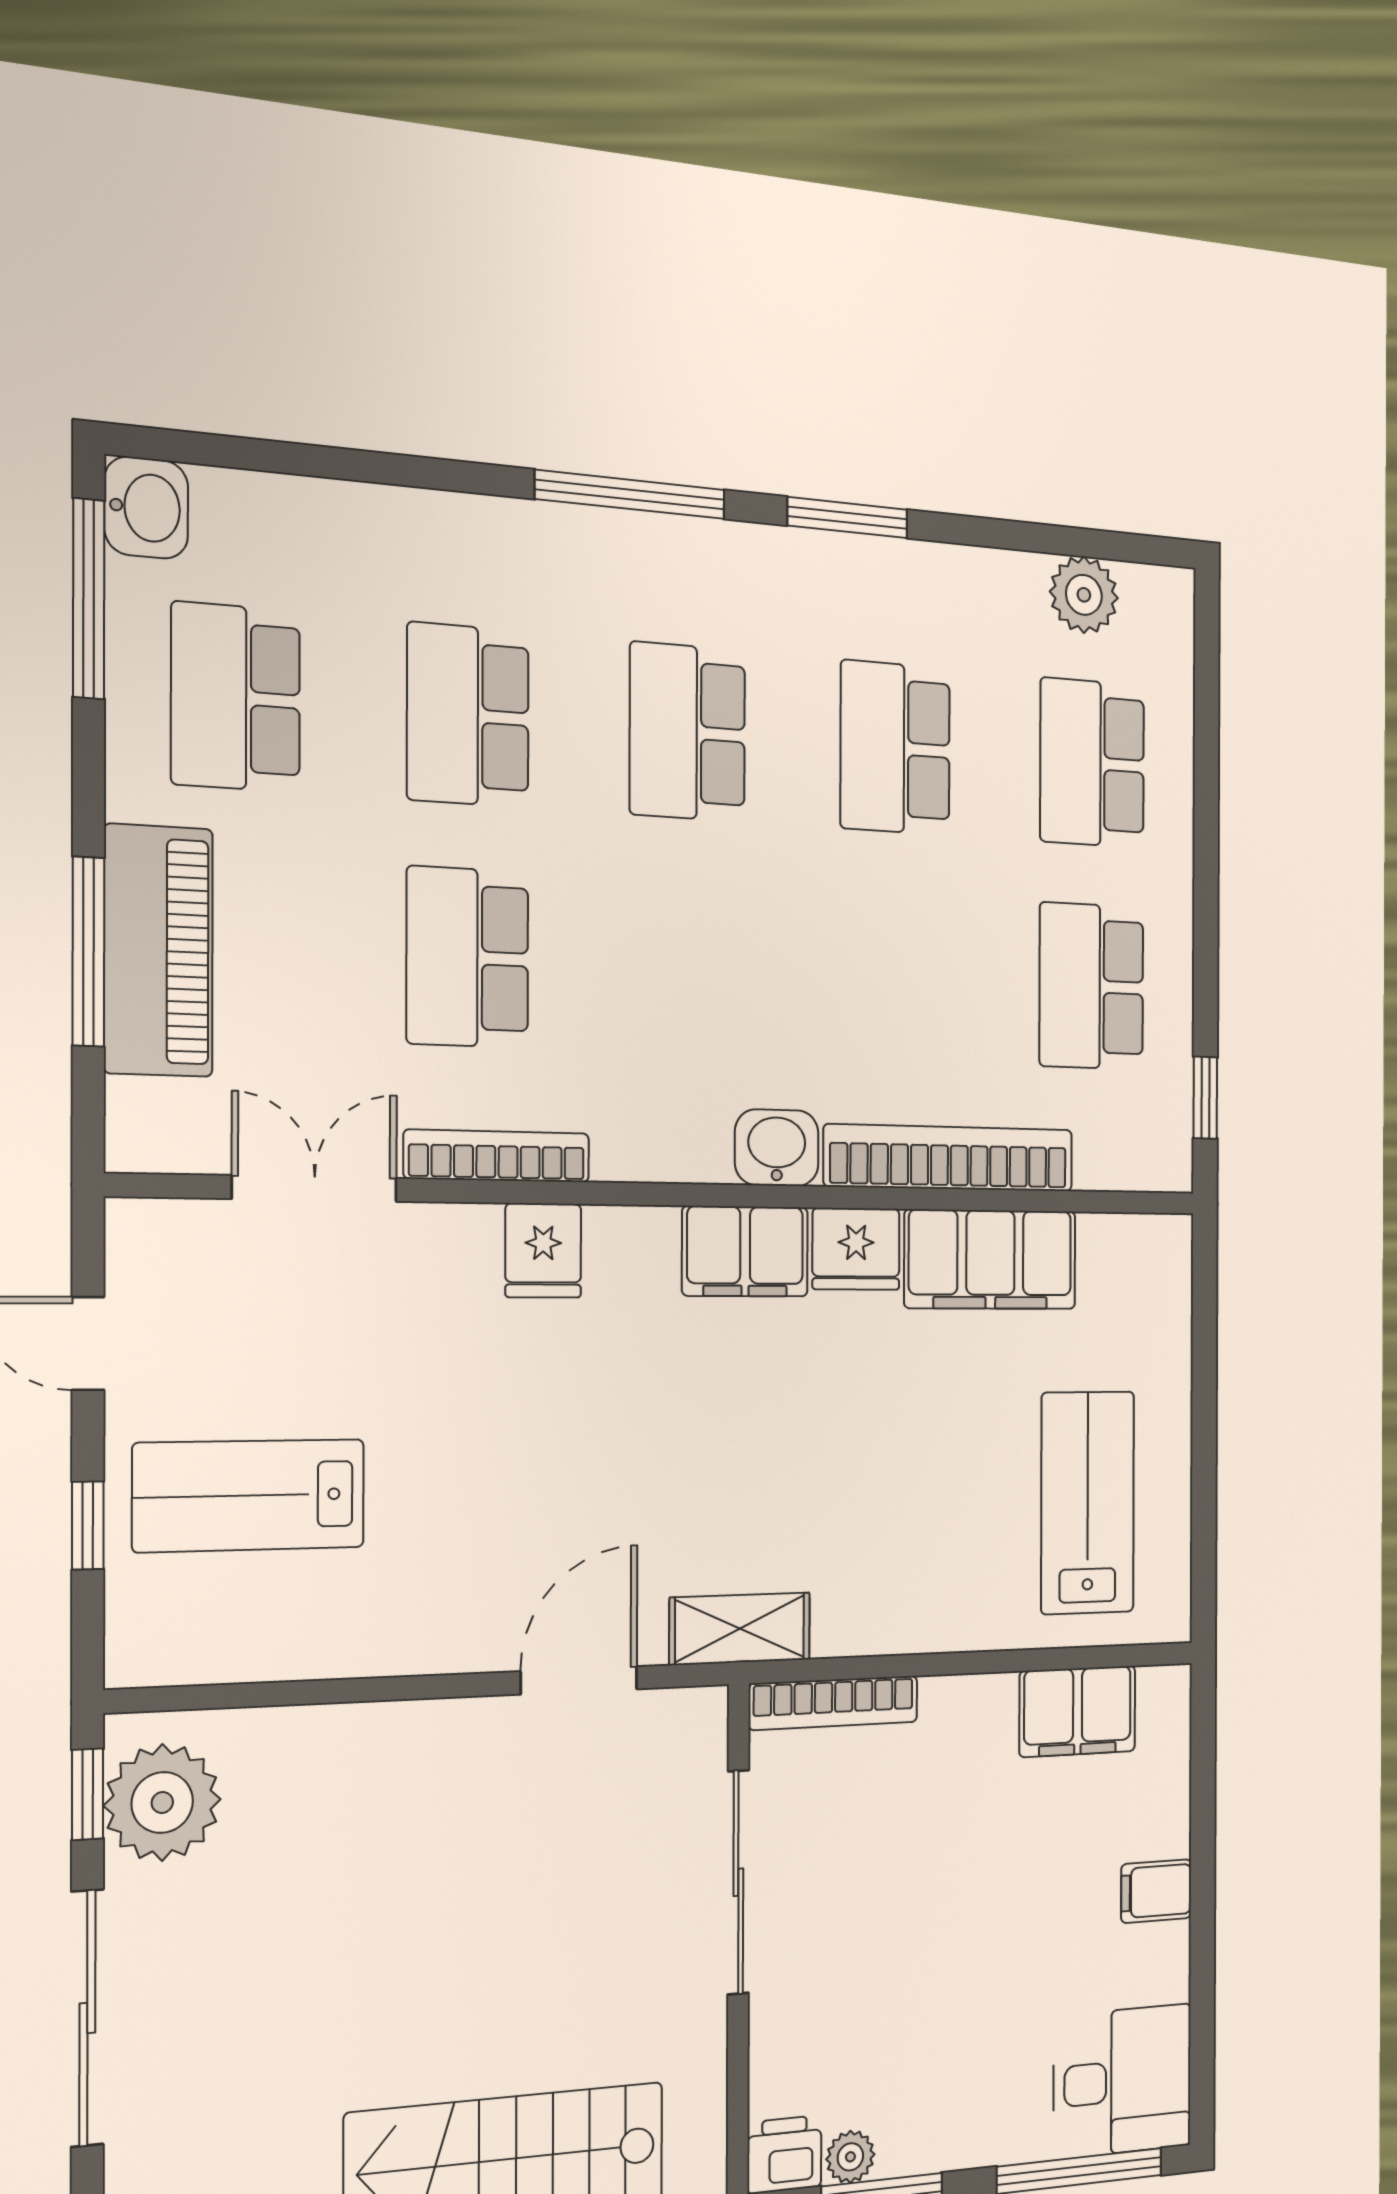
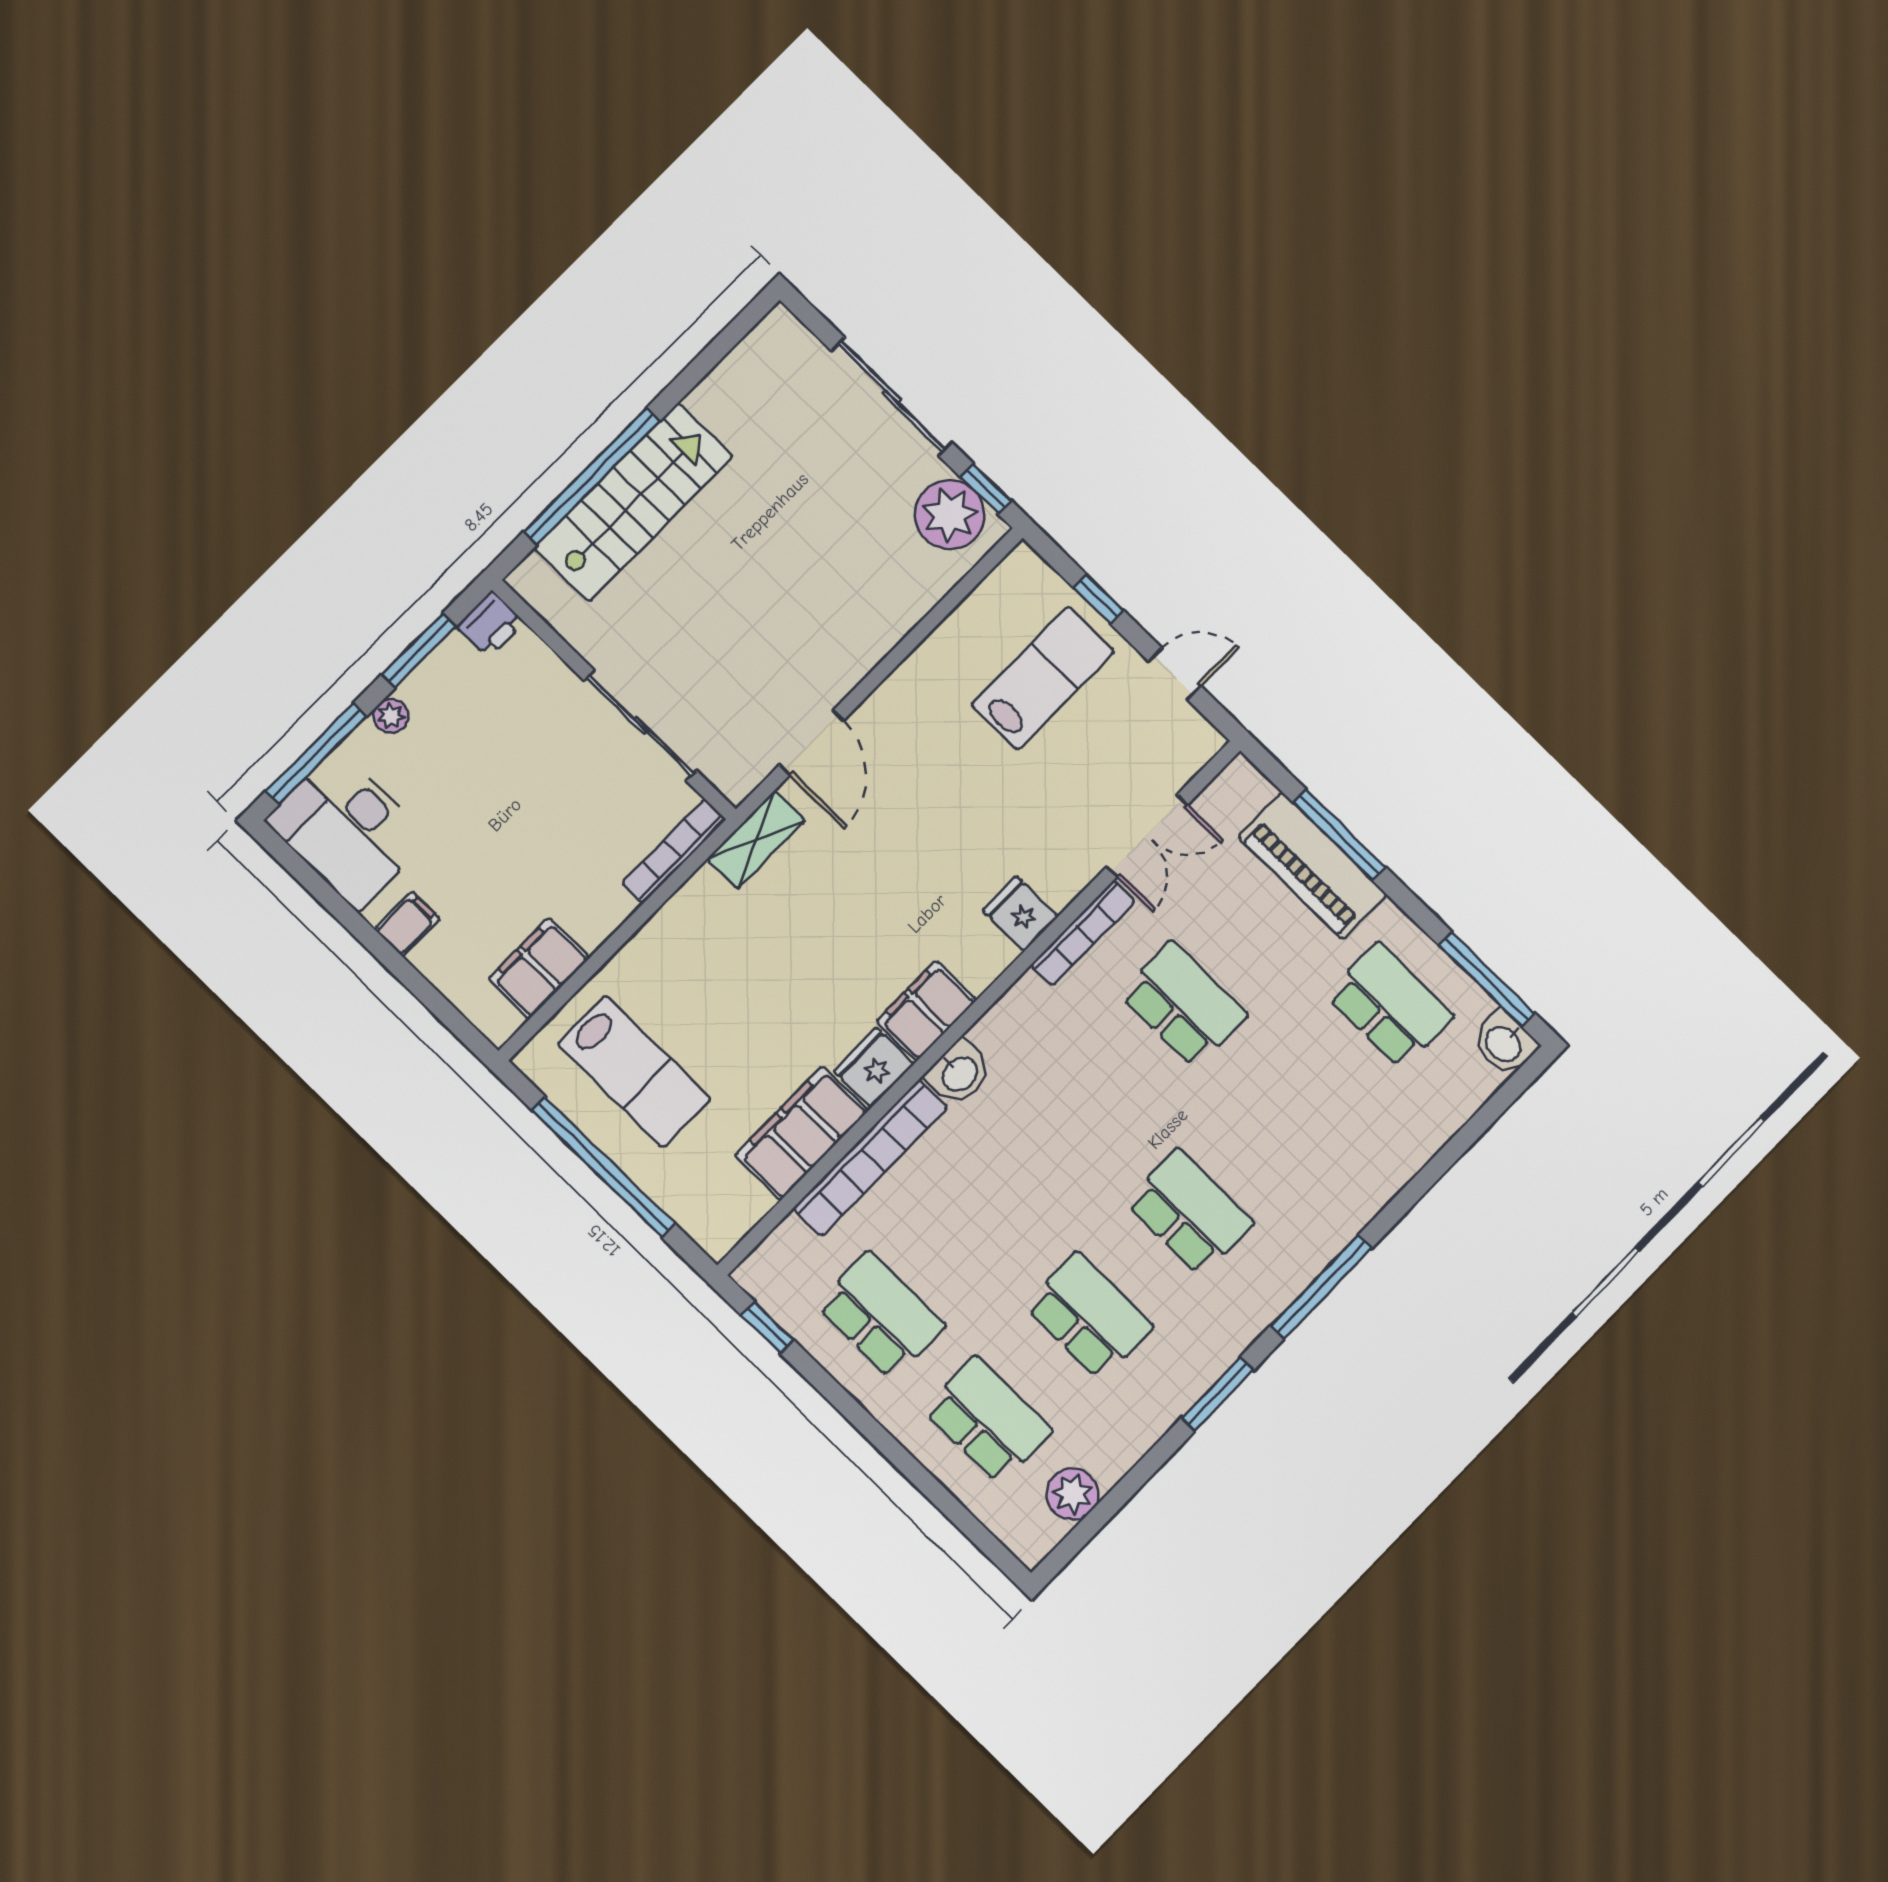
school desk: (468, 715) -> (1290, 1109), removed
window: (1204, 1433) -> (604, 1167), added
desk: (1122, 2081) -> (347, 830), width x1.37
plant: (850, 2157) -> (391, 716), moved

